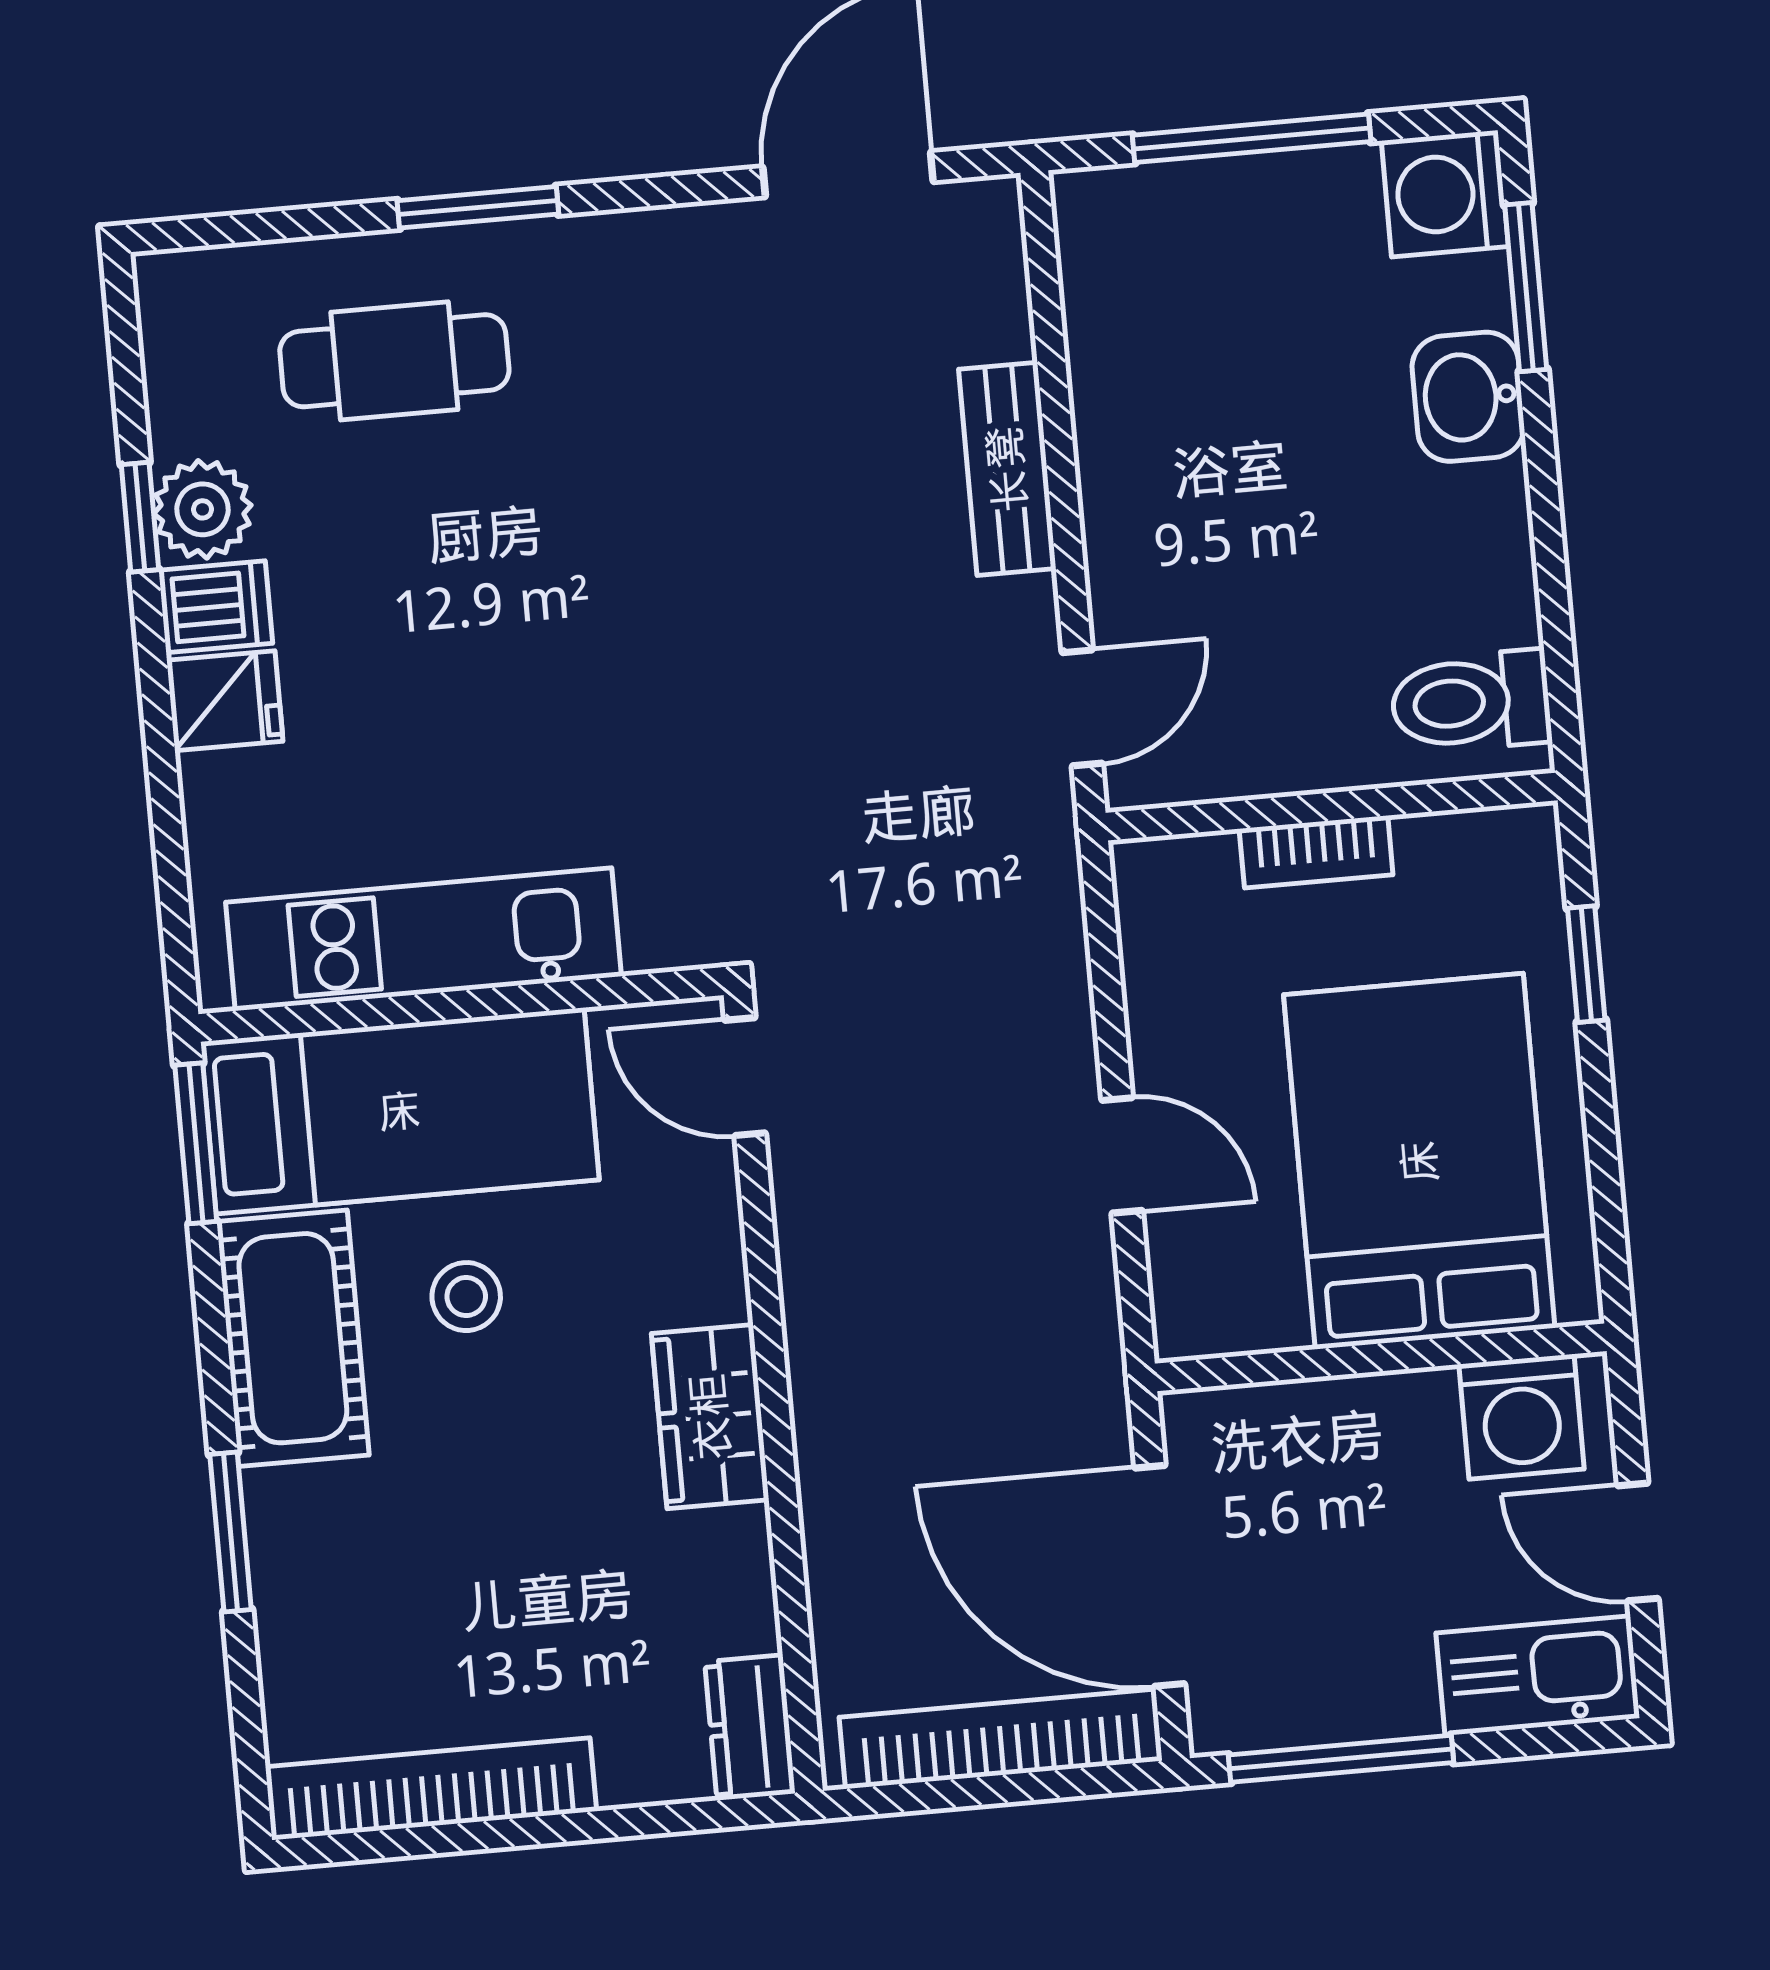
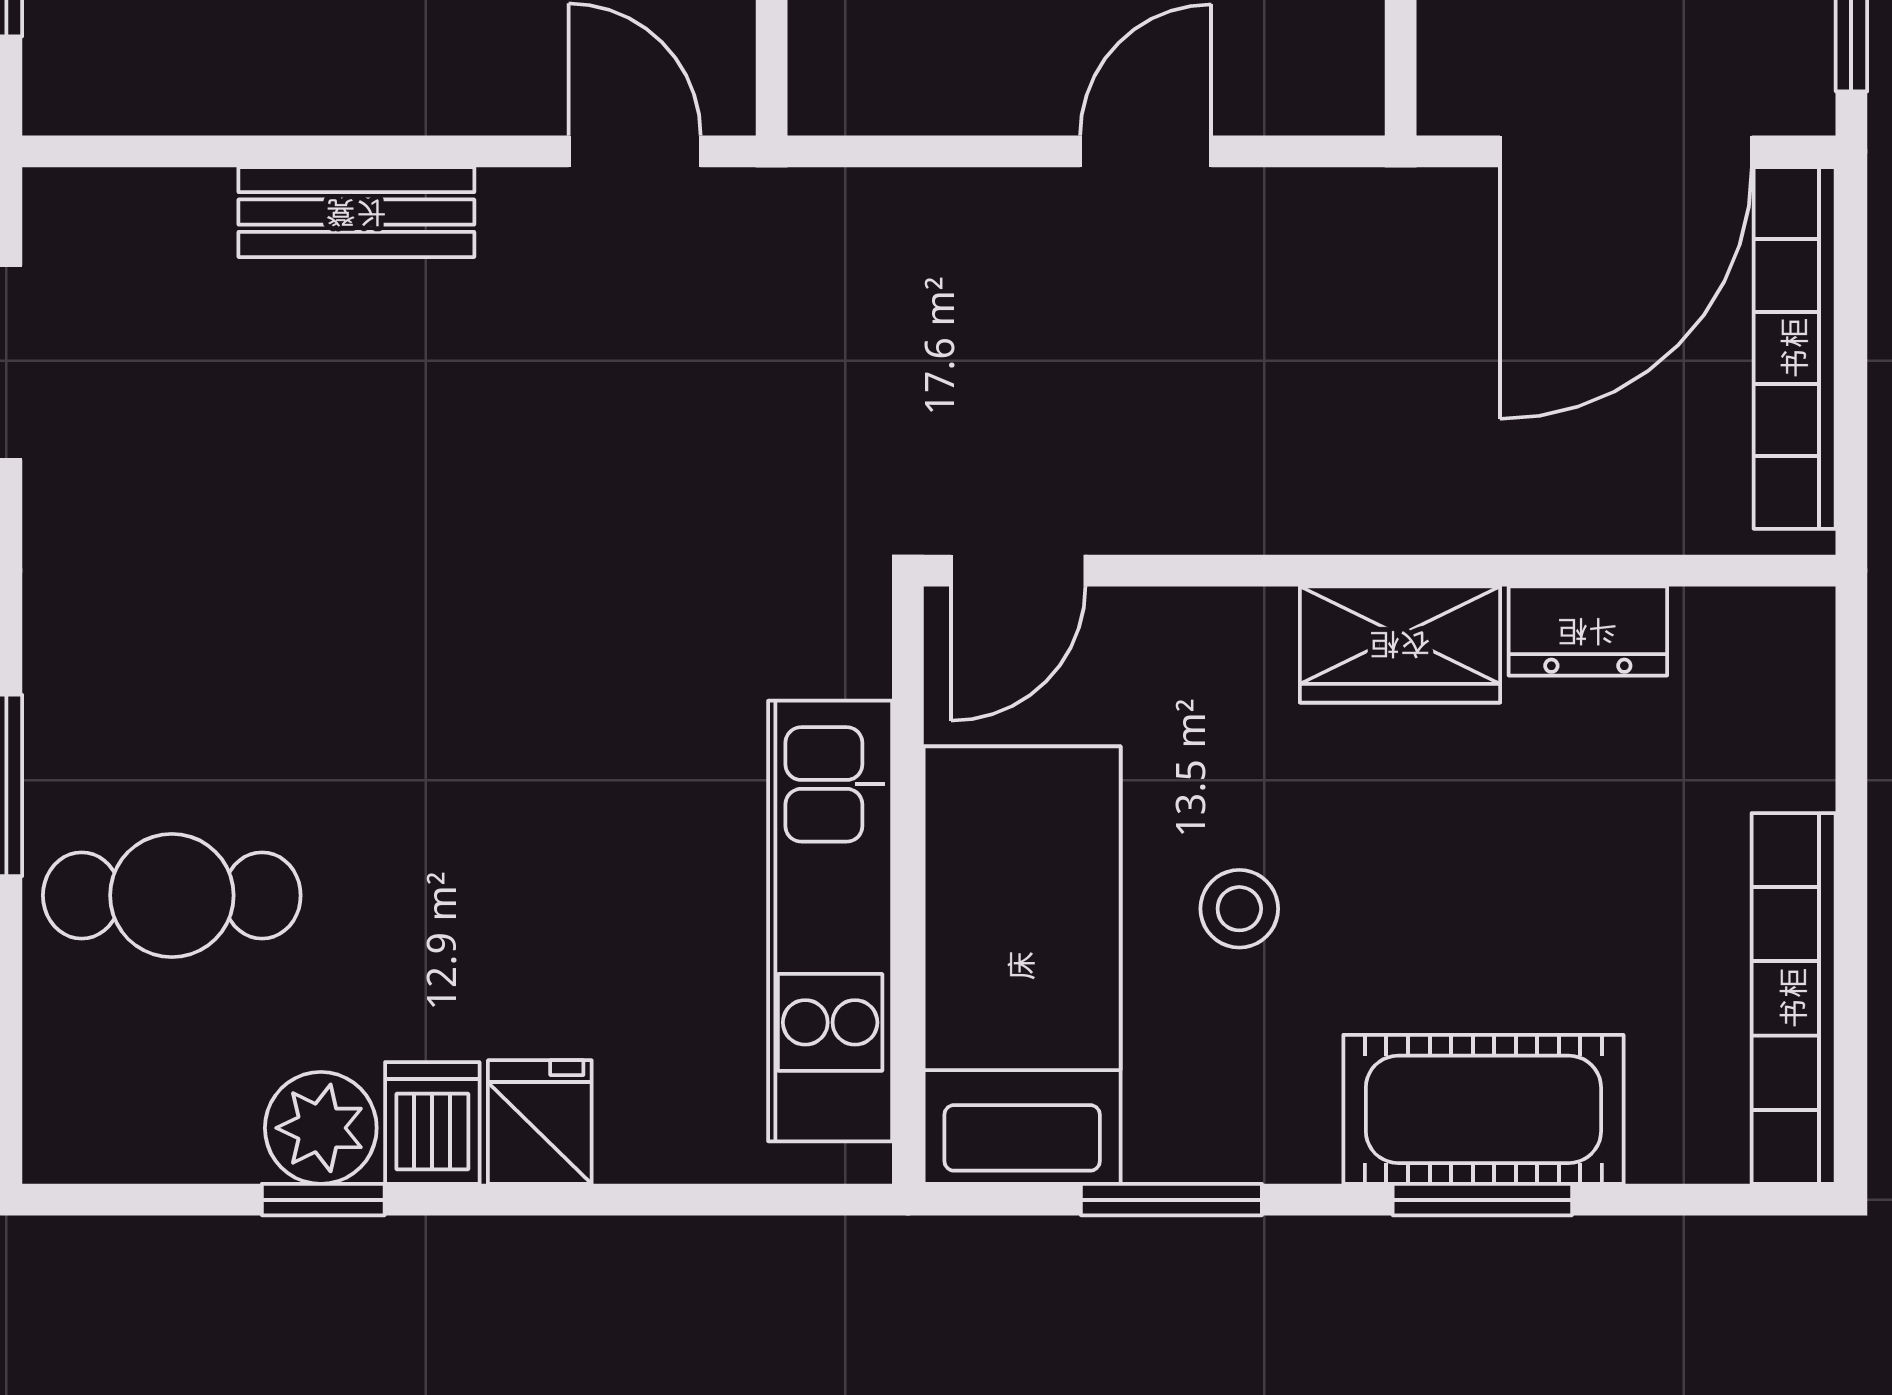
cafe table: (394, 361) -> (172, 895), turned 90
window: (196, 1143) -> (1171, 1200), moved
cot: (293, 1338) -> (1483, 1109), moved
dresser: (750, 1728) -> (1588, 631), moved

